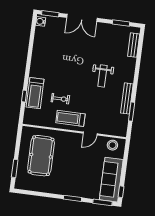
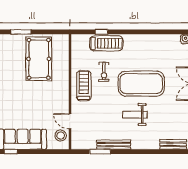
exercise mat: (75, 67) -> (141, 84), added
treadmill: (35, 93) -> (106, 43), turned 180
door: (90, 134) -> (70, 121), moved
pool table: (41, 156) -> (39, 59), turned 90

